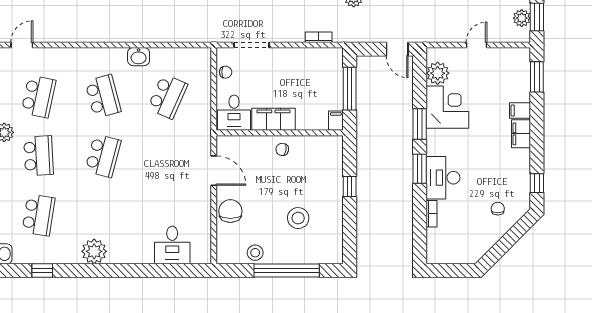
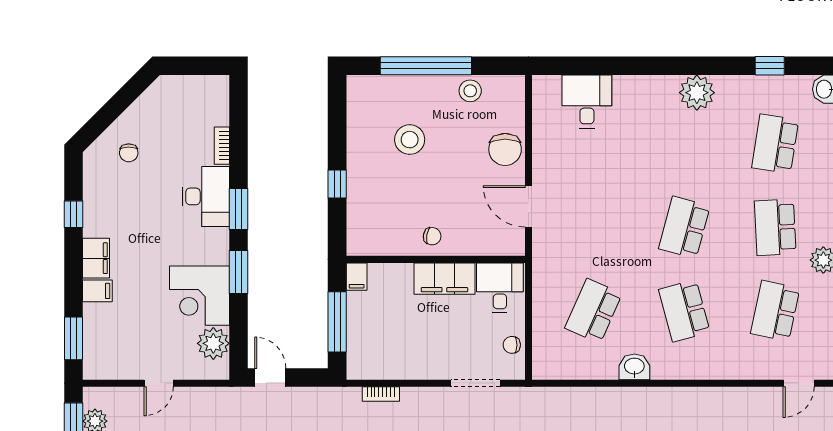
window: (537, 183) -> (73, 214), moved

